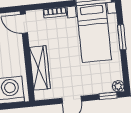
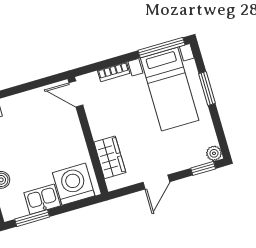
wardrobe: (40, 68) -> (110, 157), width x0.67

